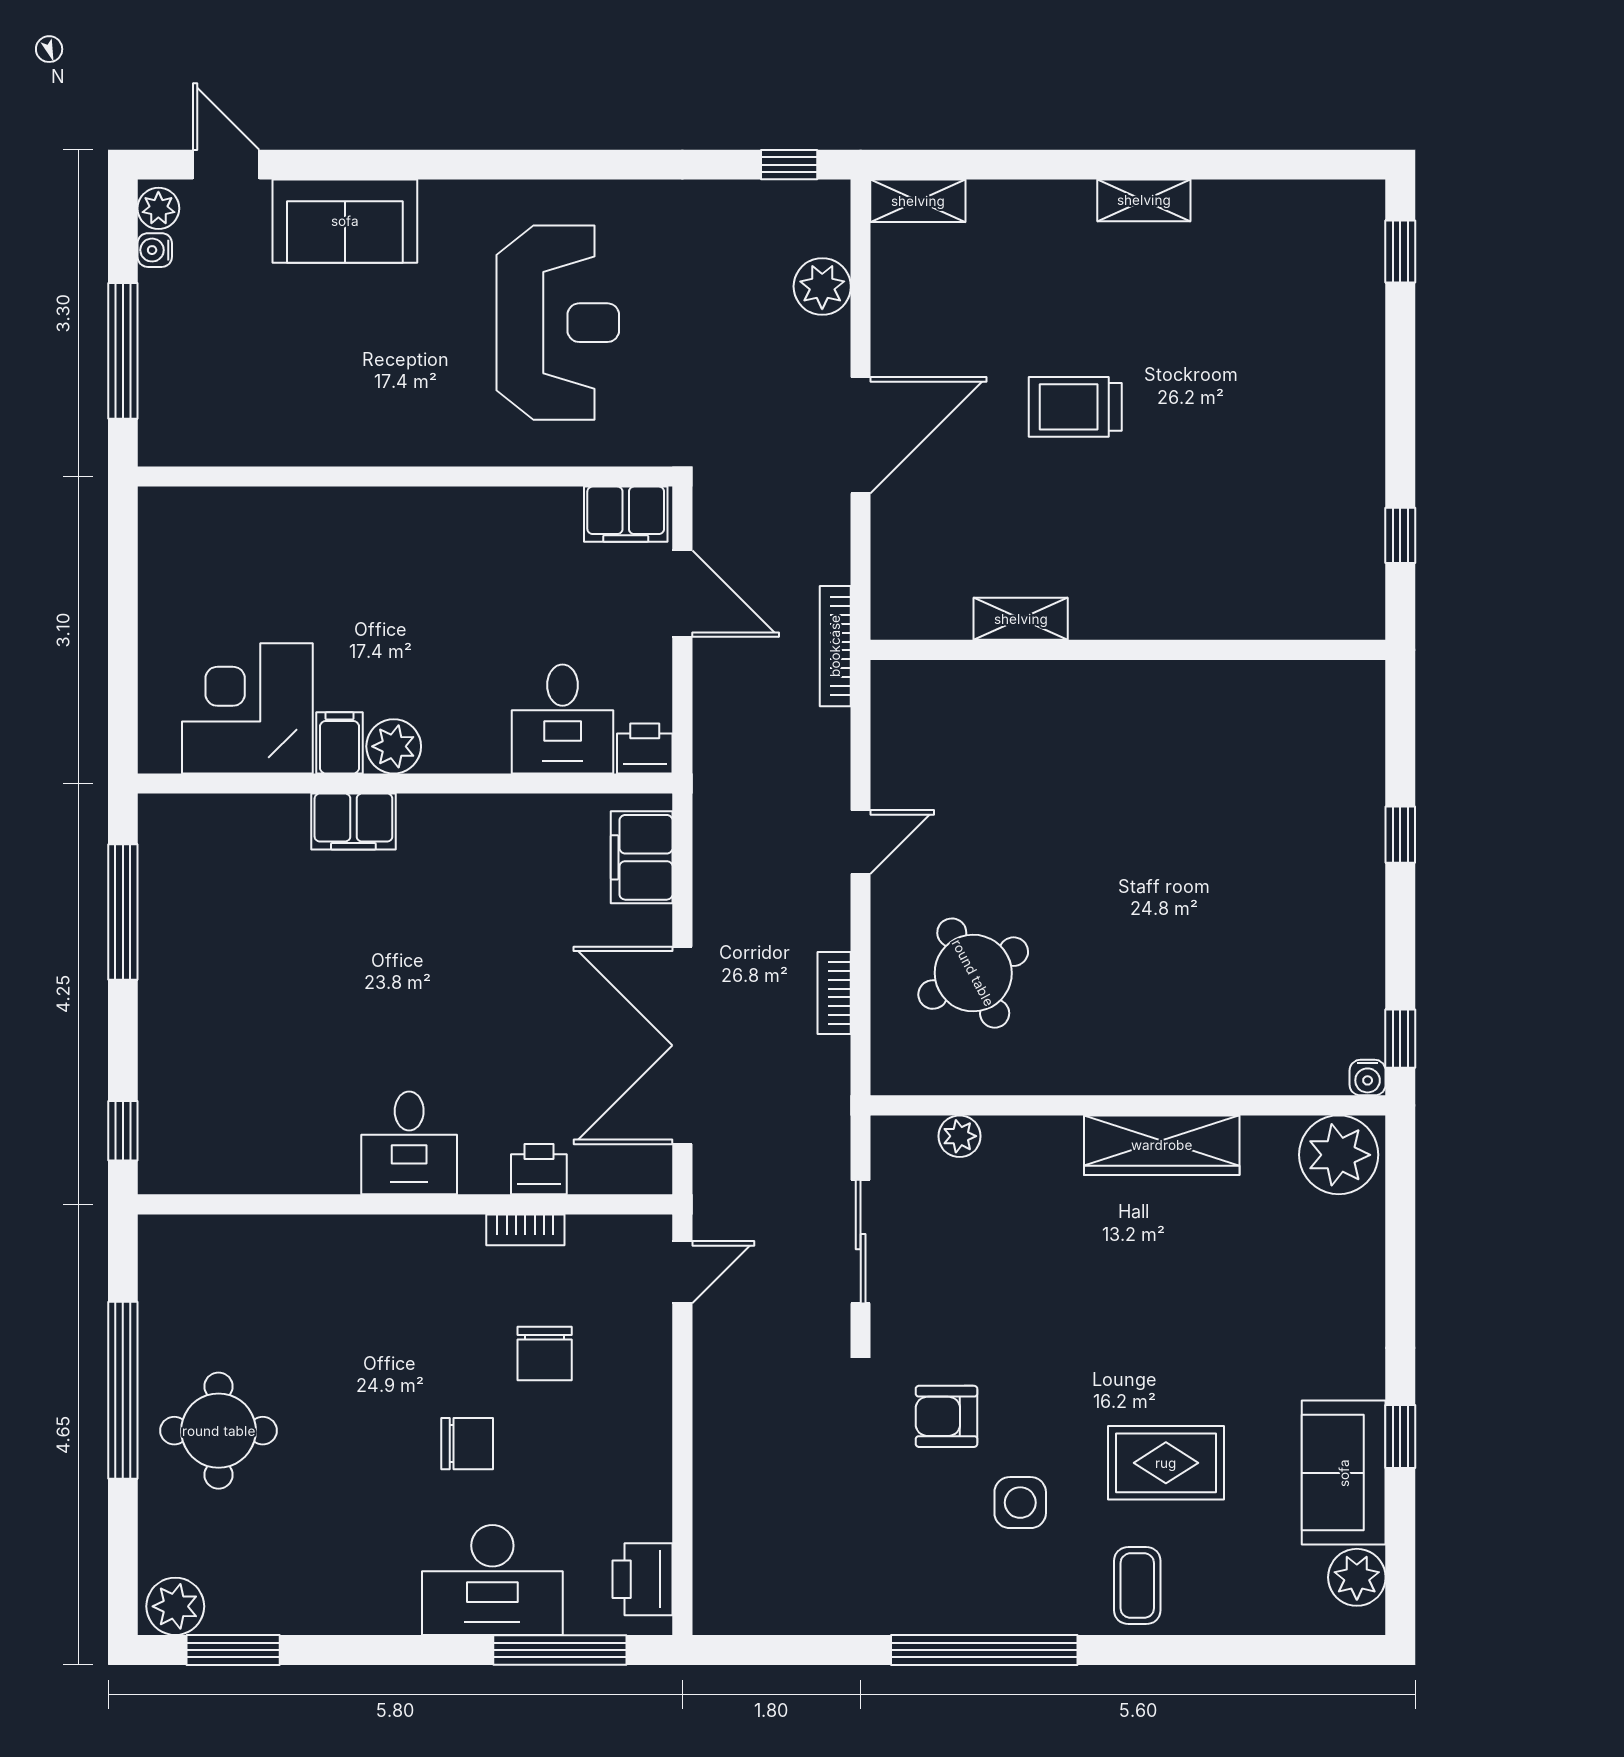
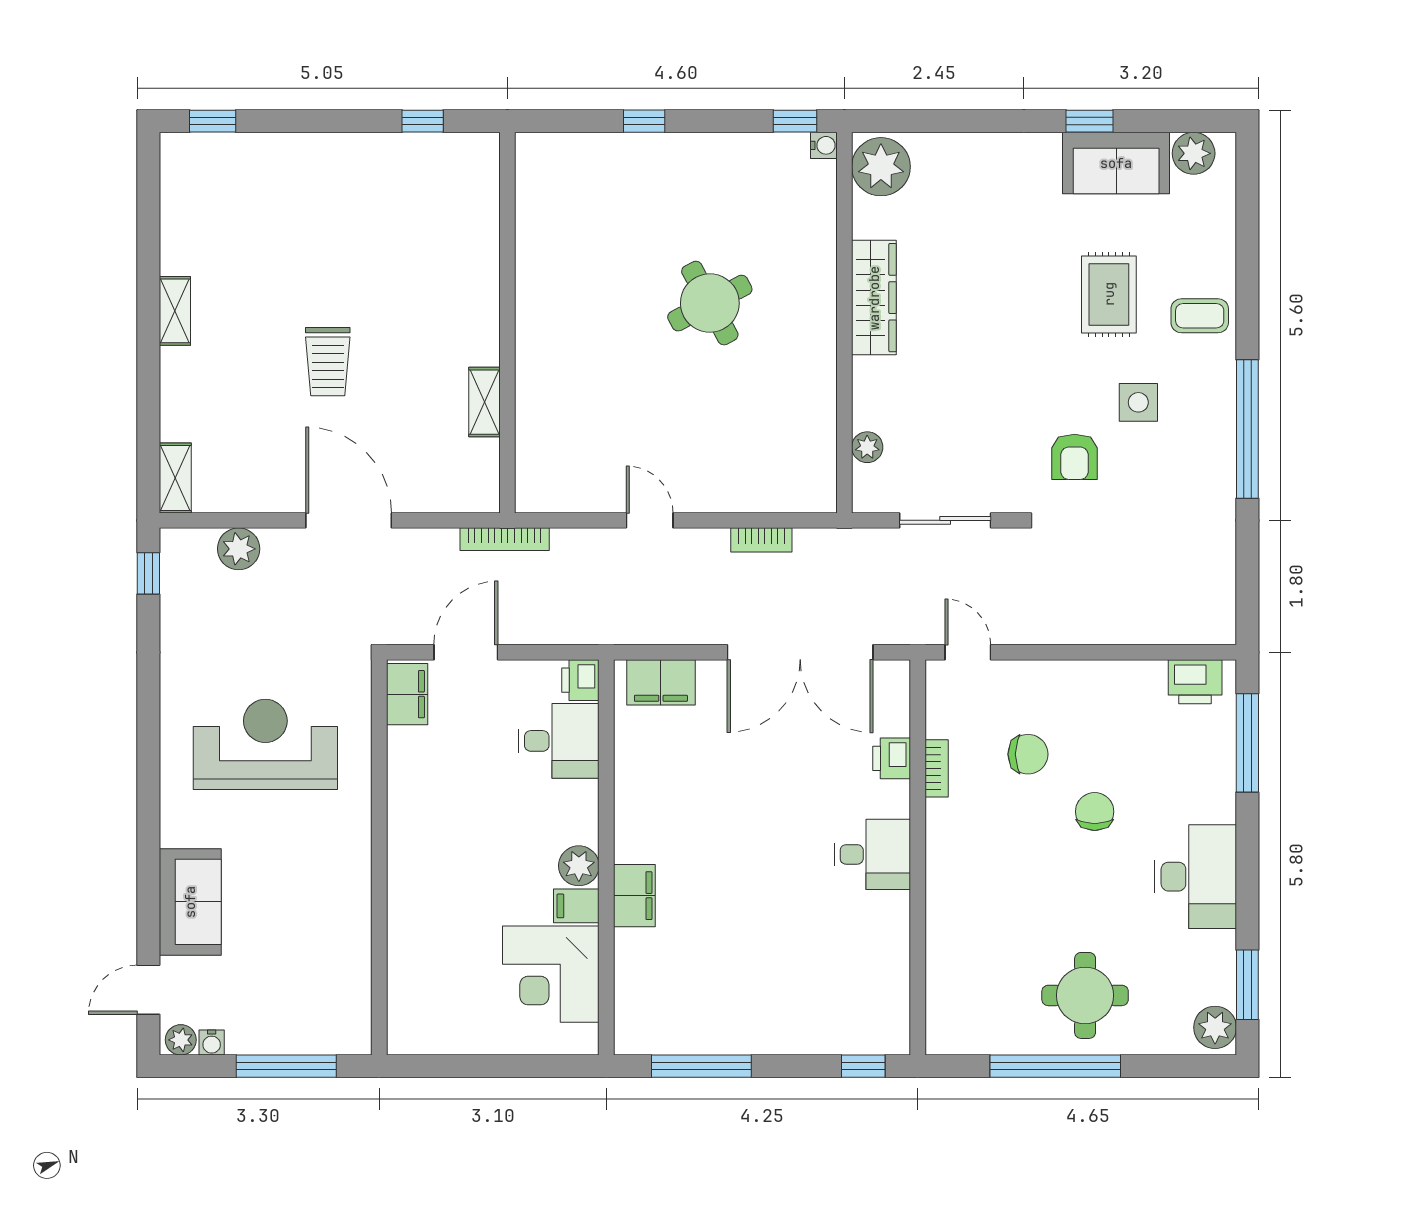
round table: (973, 973) -> (710, 303), moved
desk: (492, 1580) -> (1196, 877), moved

